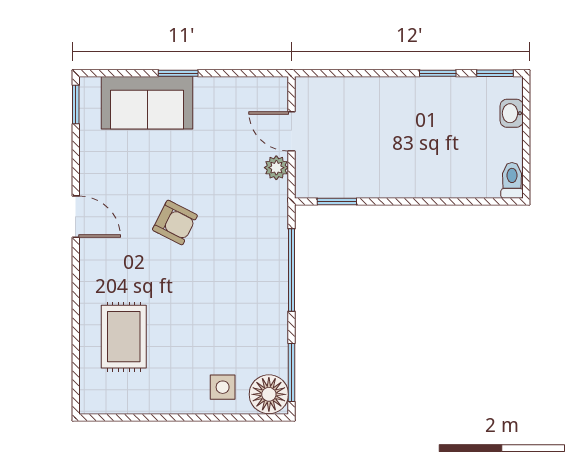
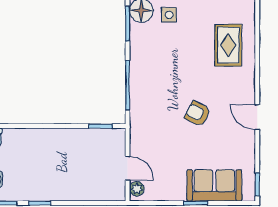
plant: (276, 168) -> (137, 189), moved

